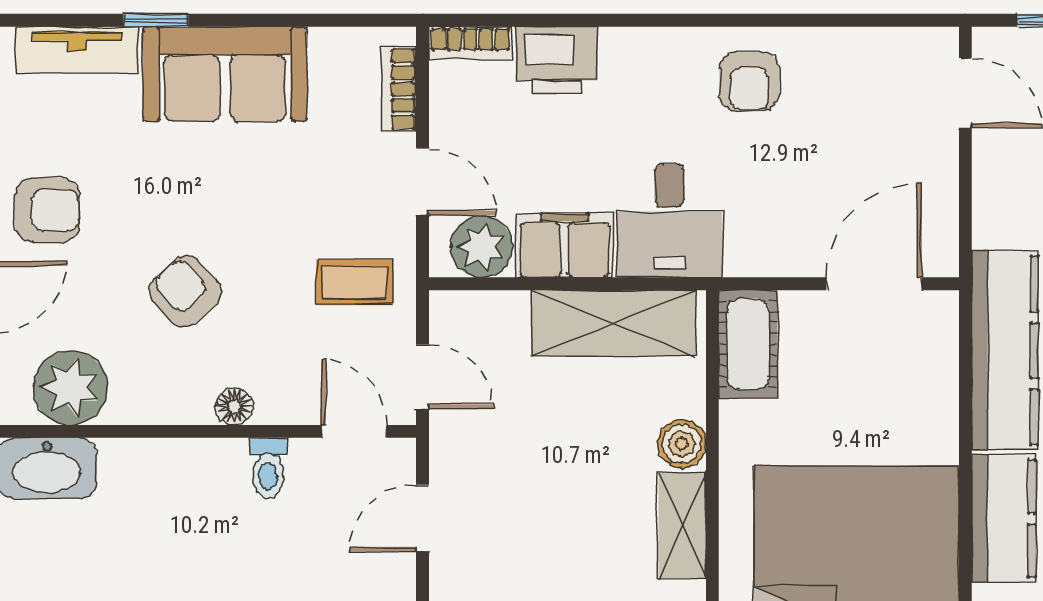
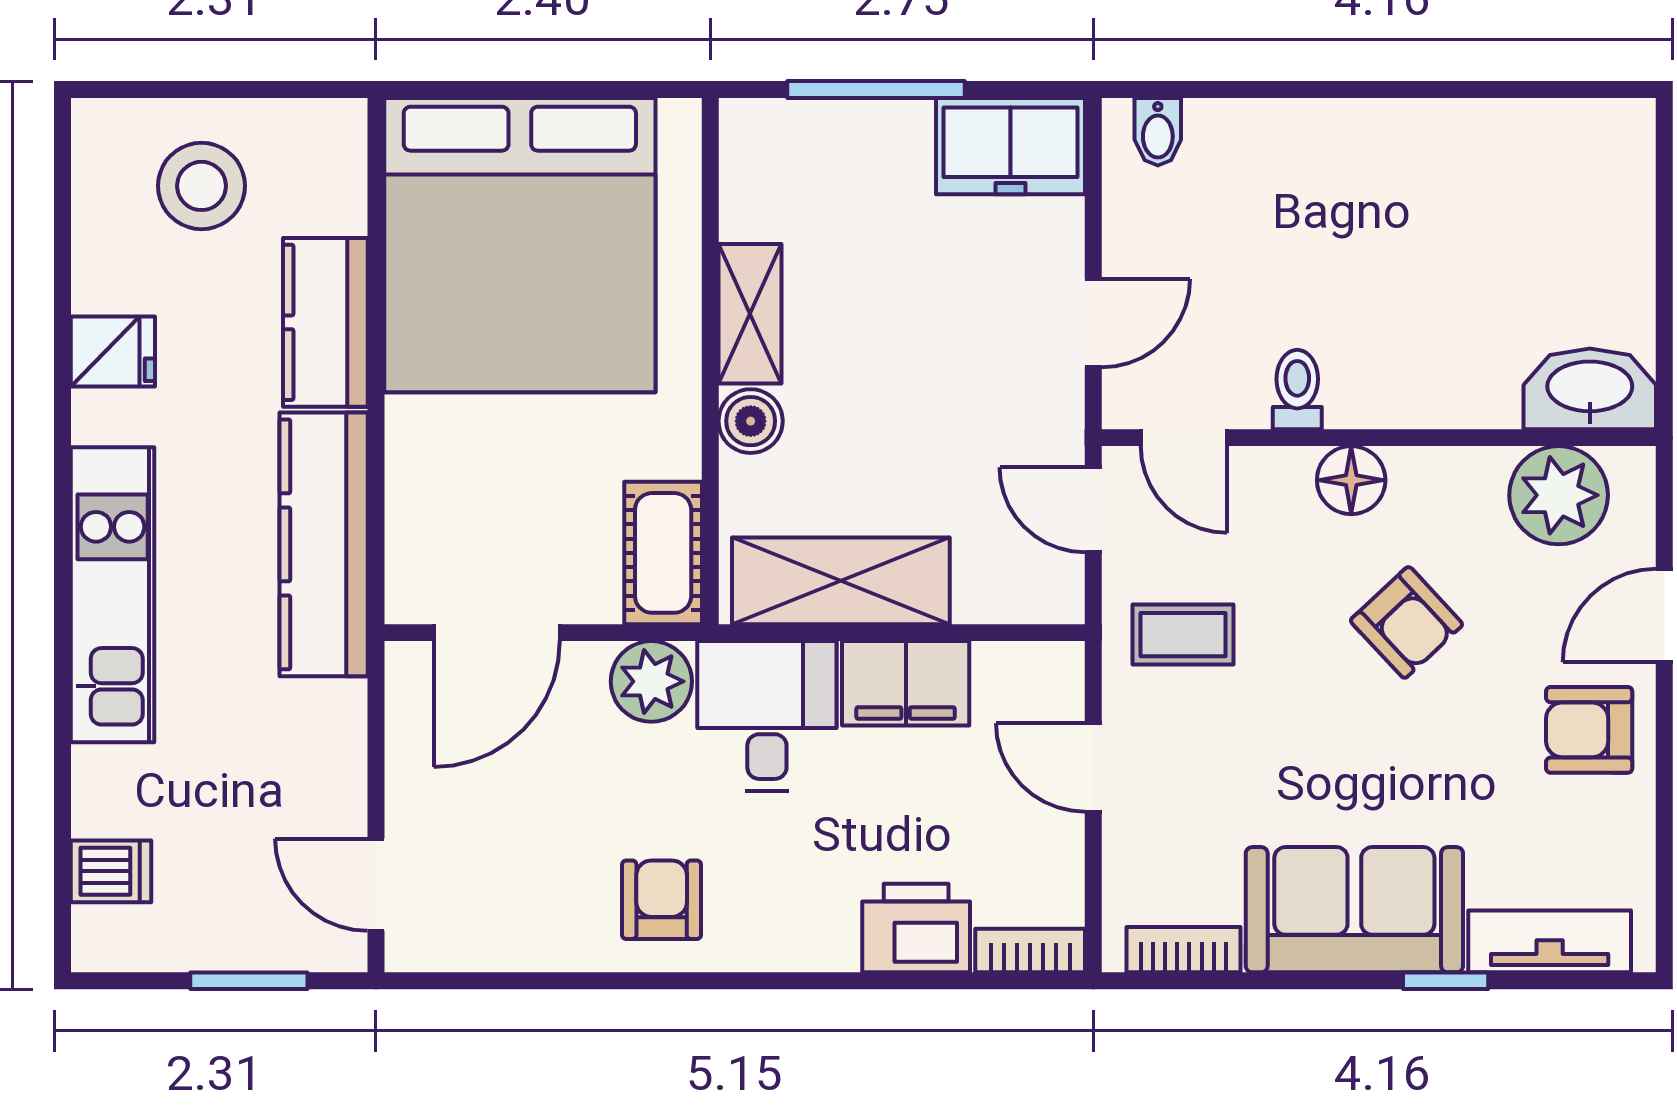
bookcase: (399, 89) -> (1183, 950), moved, turned -90
plant: (482, 247) -> (651, 681), moved
floor lamp: (234, 406) -> (1351, 480), width x1.37, depth x1.37

